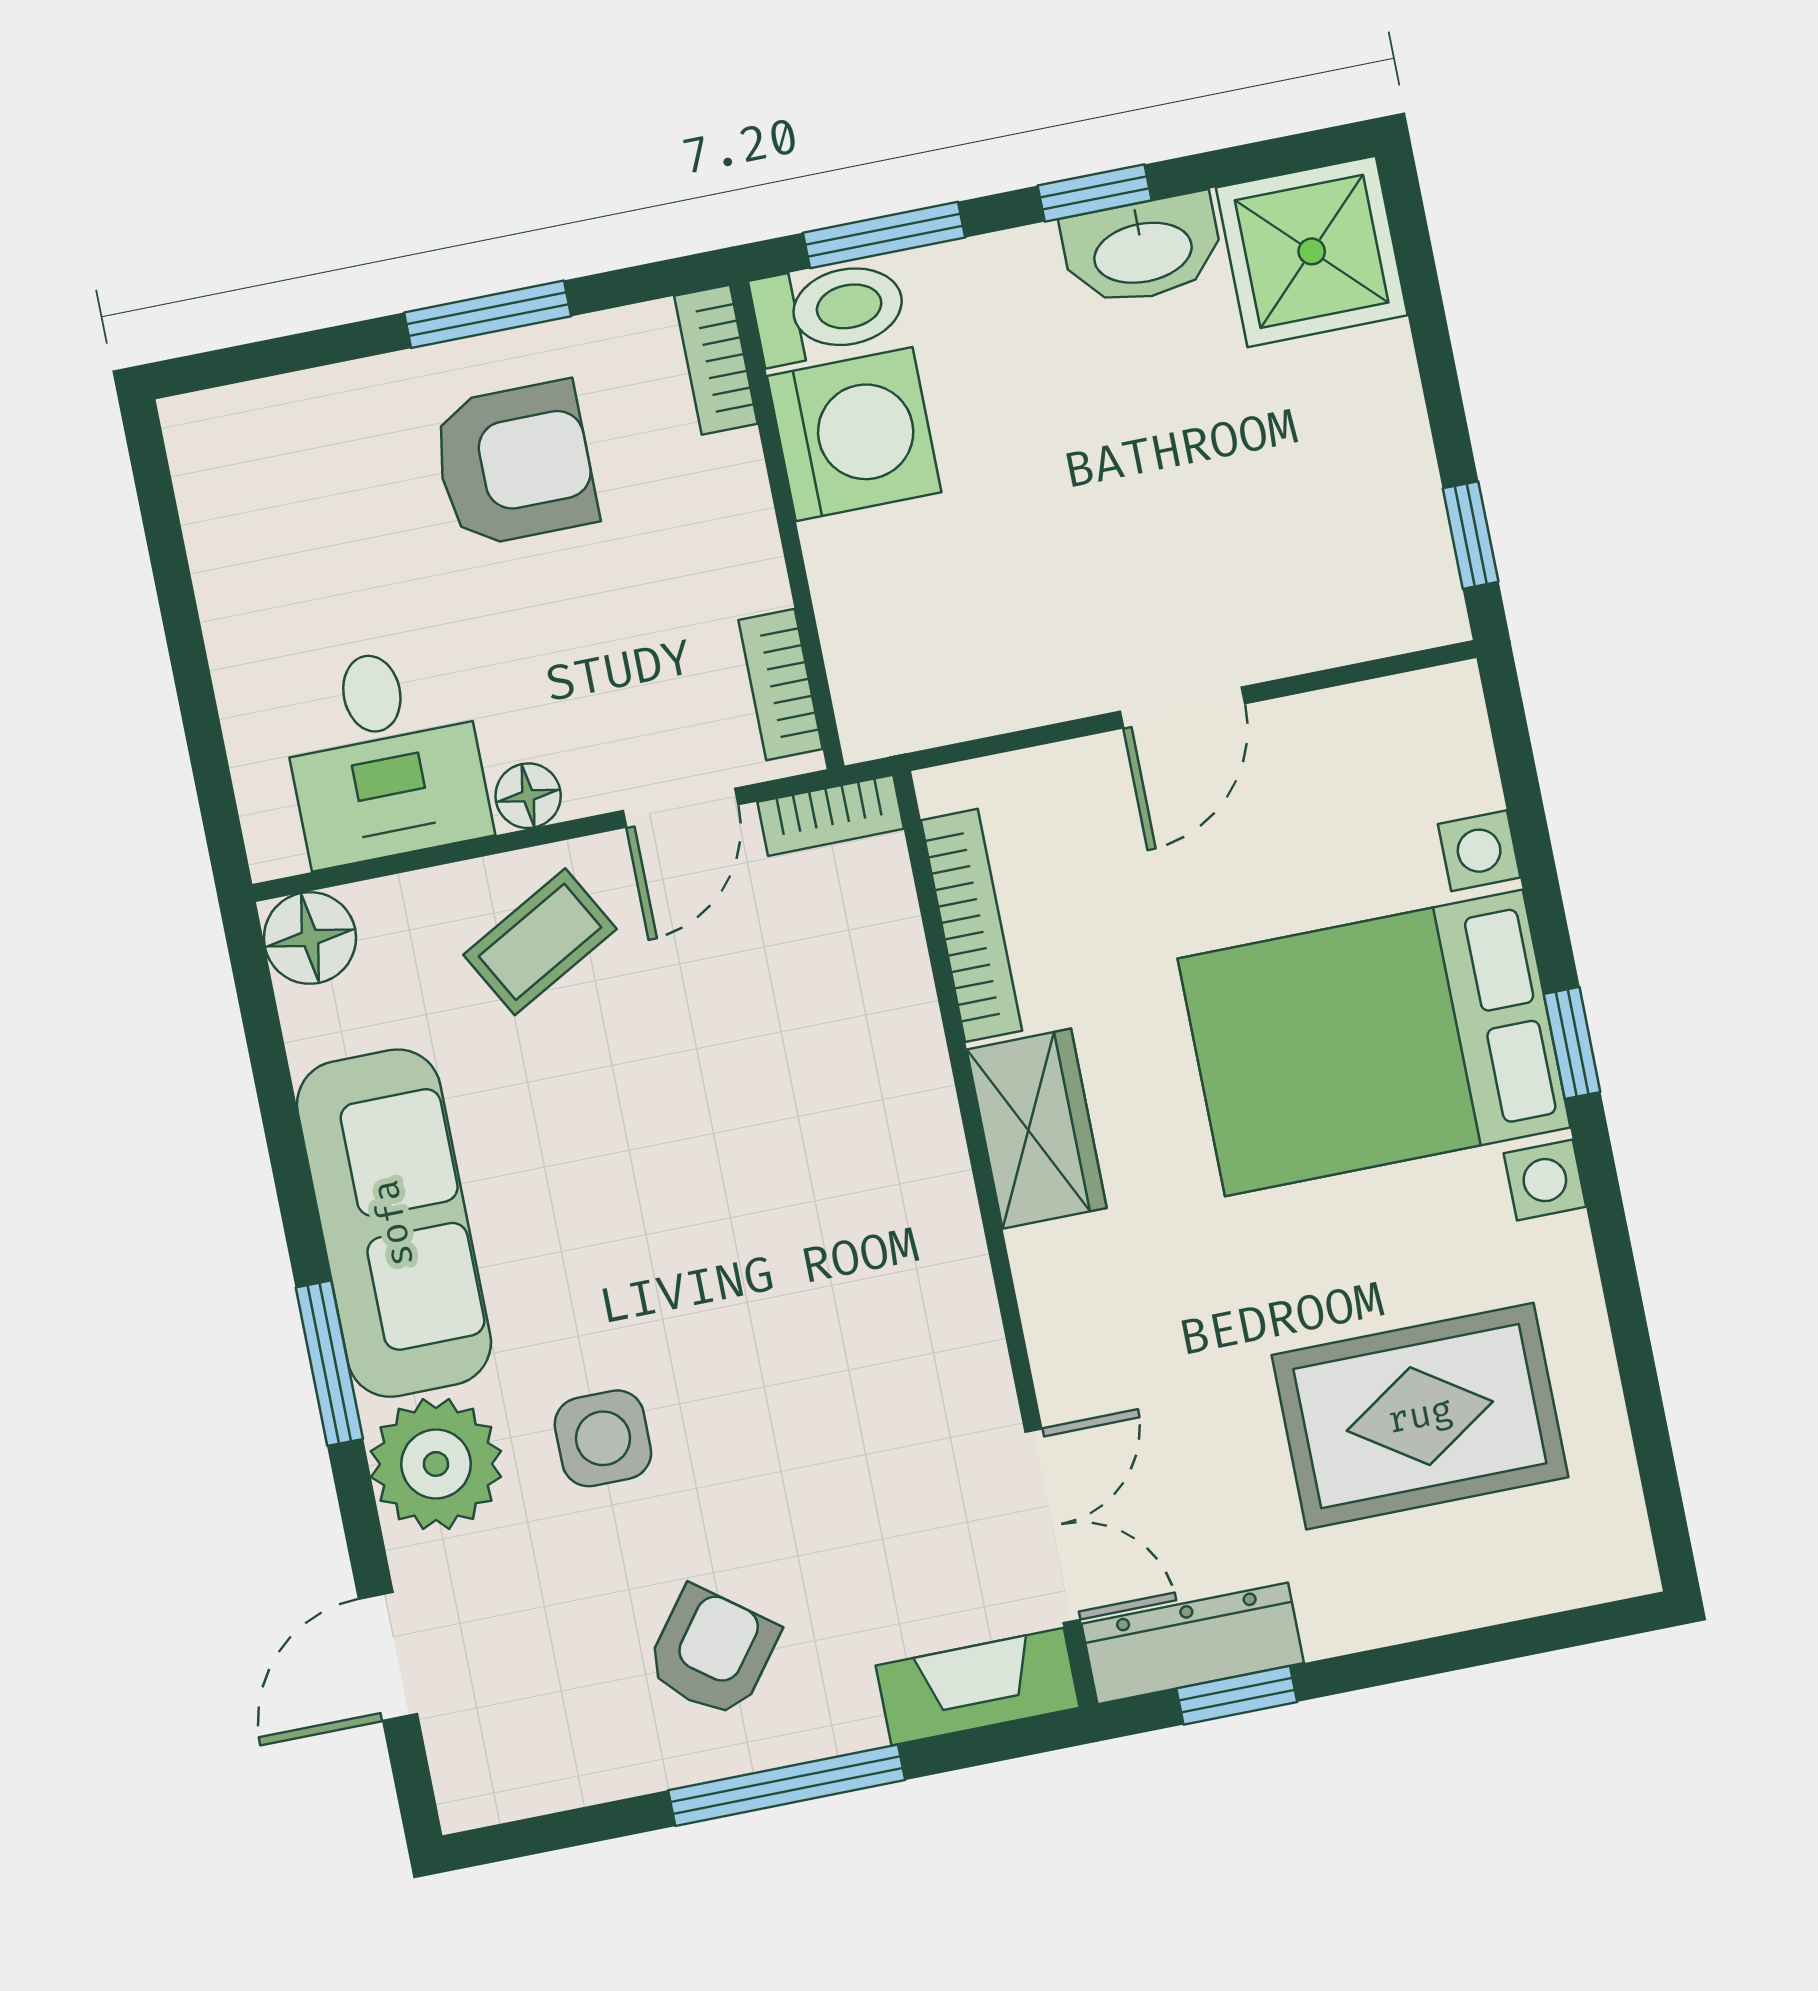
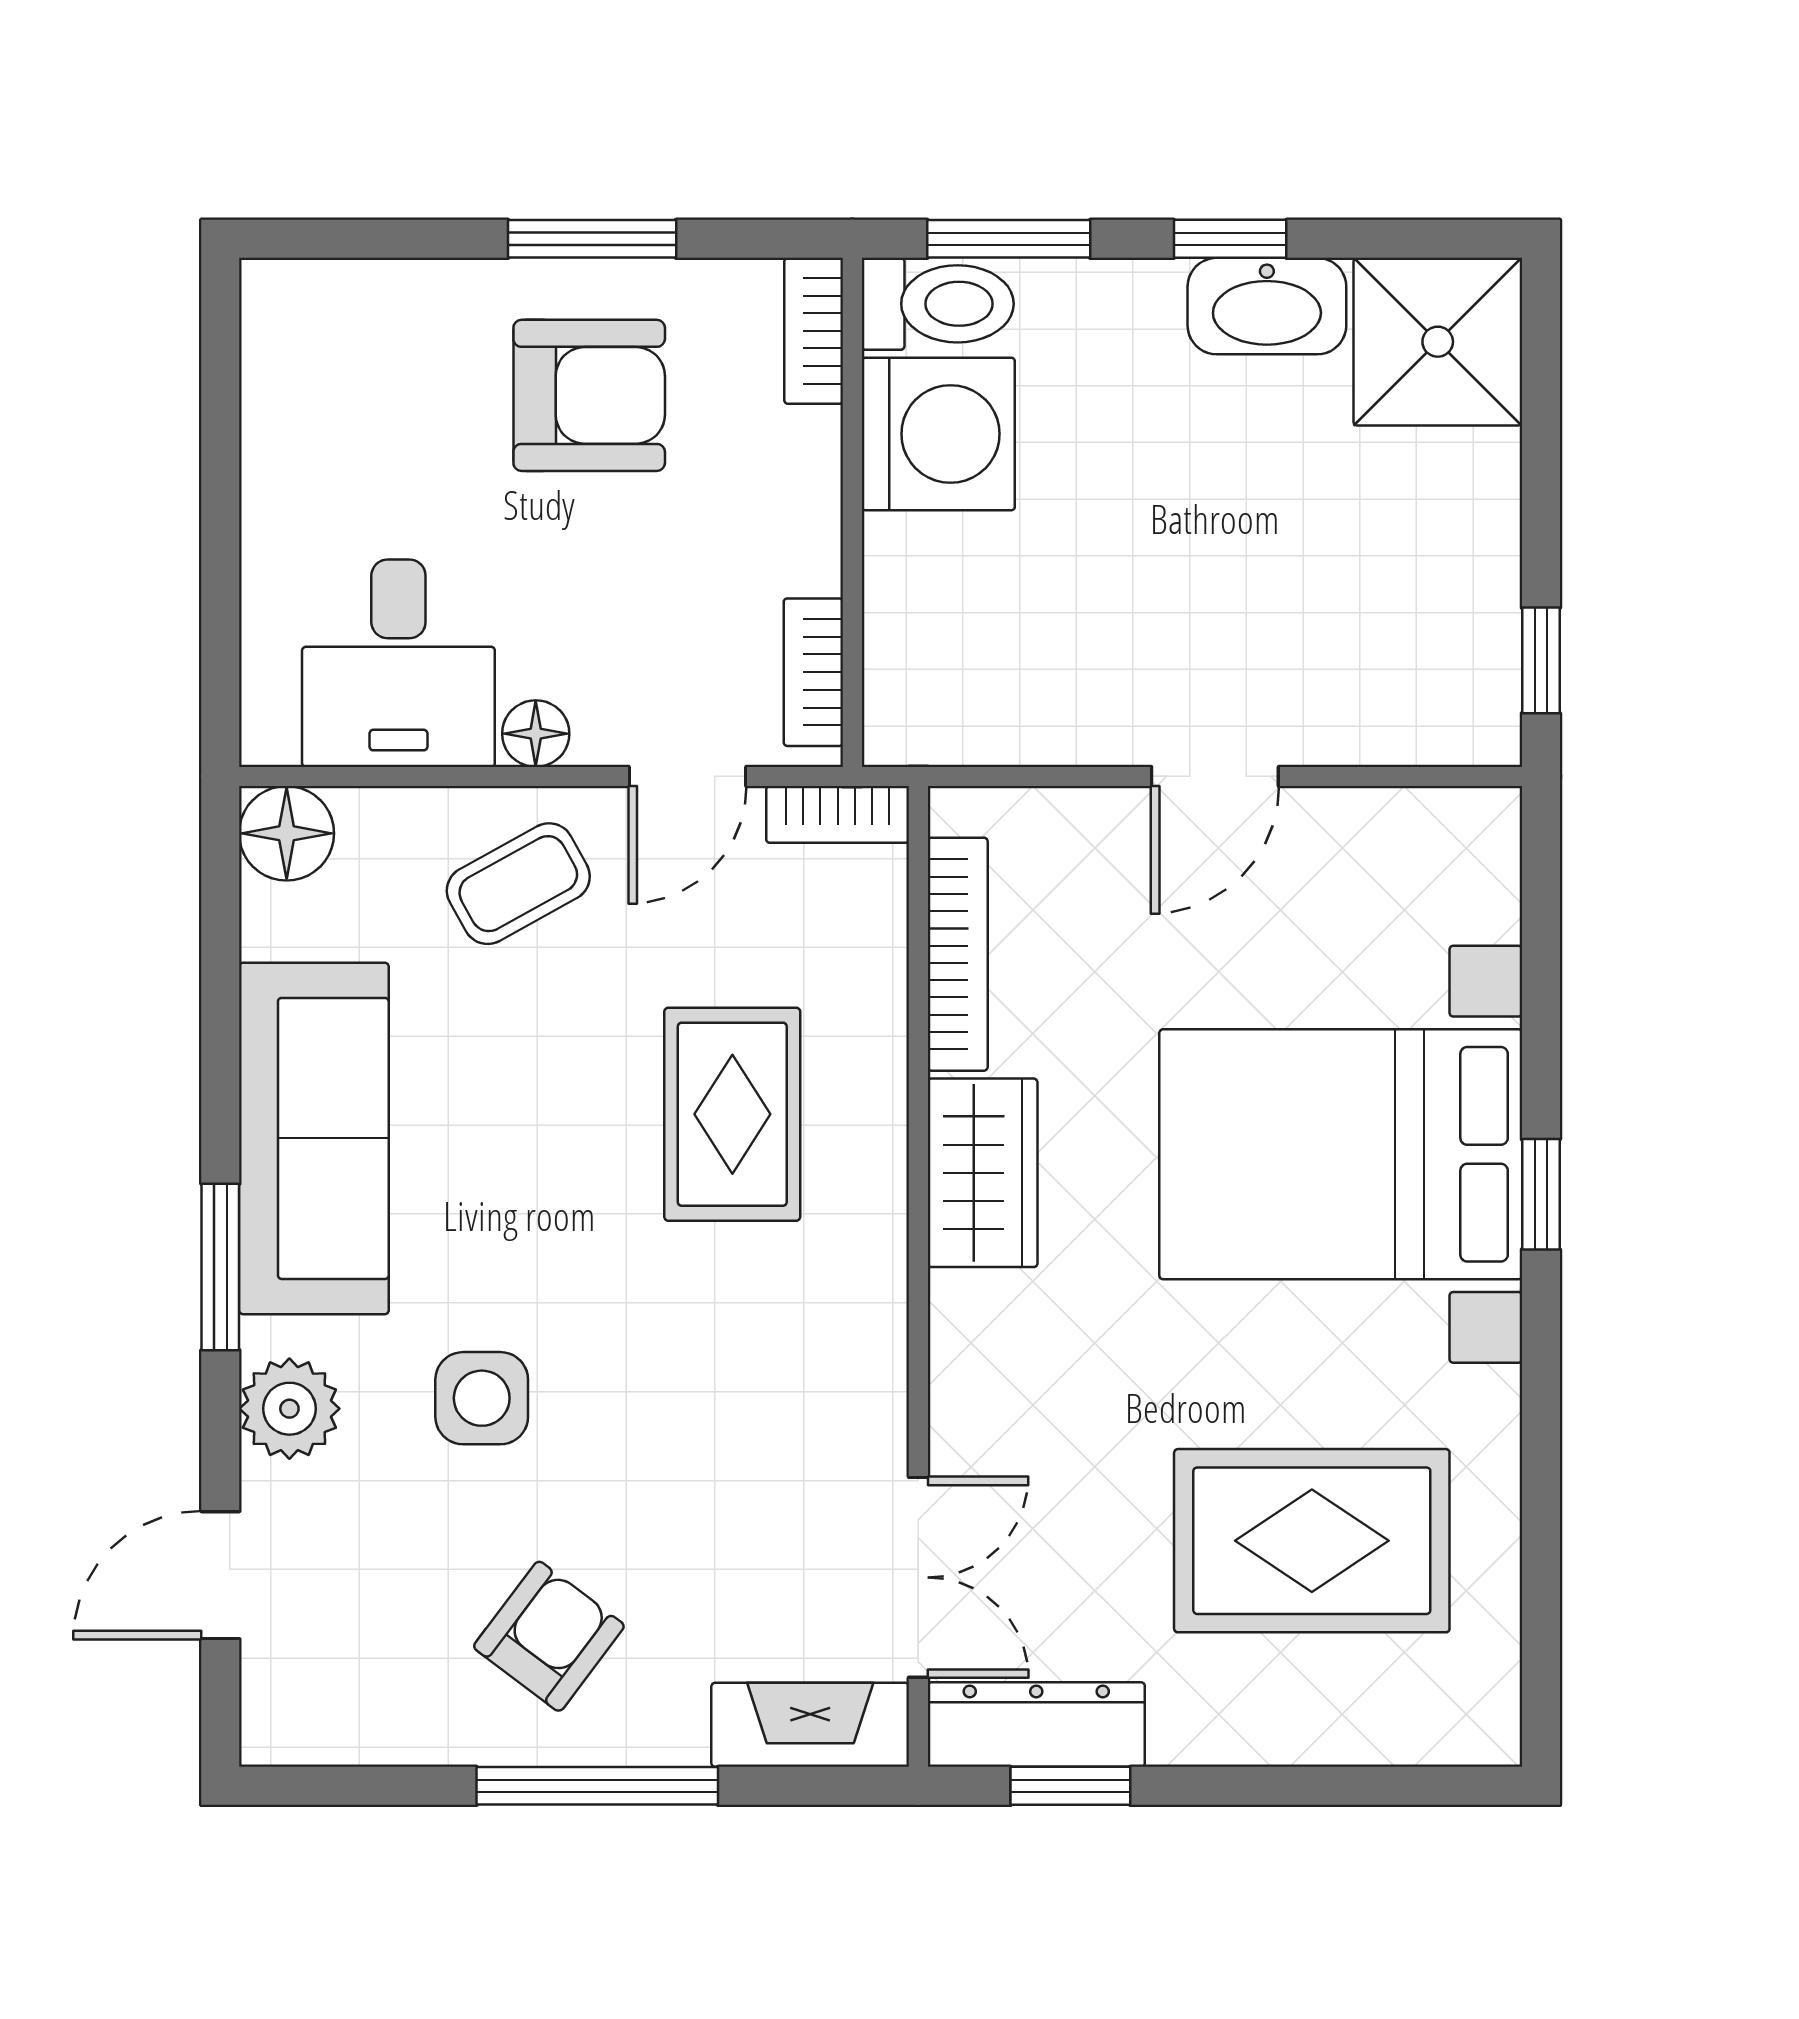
rug: (787, 1121) -> (732, 1114), added
plant: (436, 1464) -> (289, 1409), width x0.73, depth x0.73

